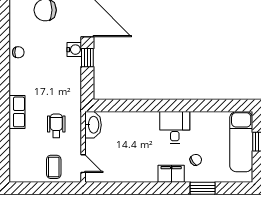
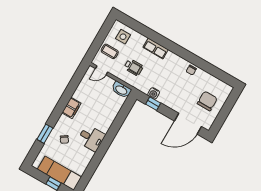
water cooler: (74, 50) -> (154, 93), moved
window: (87, 58) -> (153, 104), moved
side table: (26, 161) -> (123, 37), added
filing cabinet: (171, 174) -> (71, 108), moved

